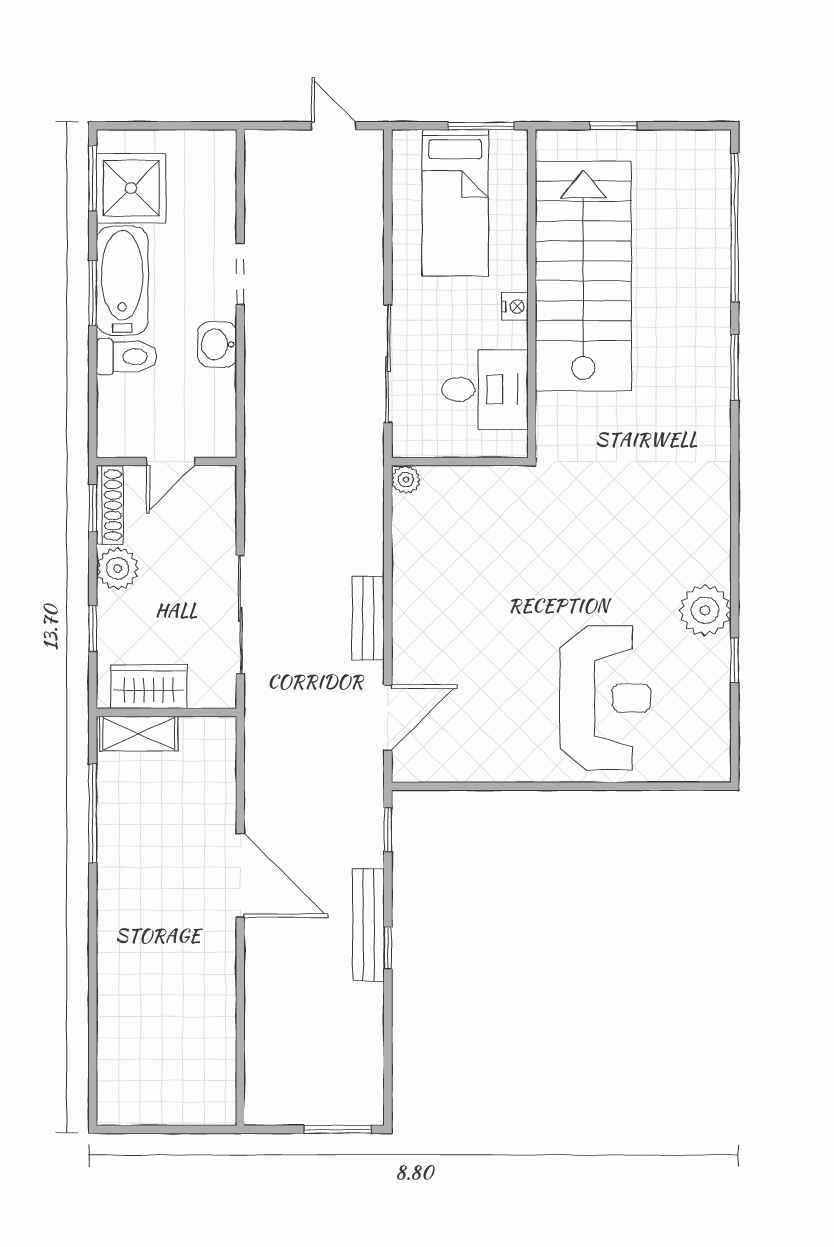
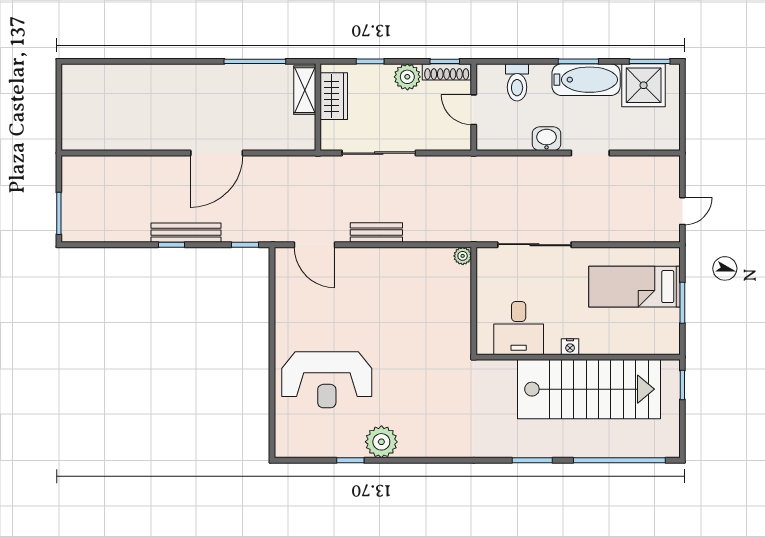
stairs: (583, 276) -> (589, 389), moved
wall: (532, 294) -> (578, 357), moved
nightstand: (515, 307) -> (570, 347), moved
toilet: (127, 357) -> (517, 82), moved
desk: (485, 389) -> (519, 328), moved

